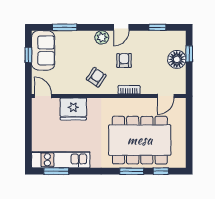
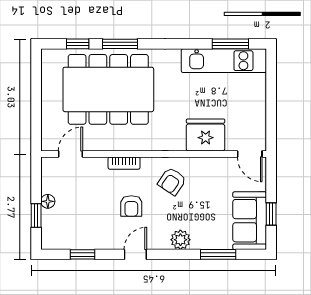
plant: (102, 37) -> (180, 240), moved
floor lamp: (177, 59) -> (48, 201), width x0.53, depth x0.53

